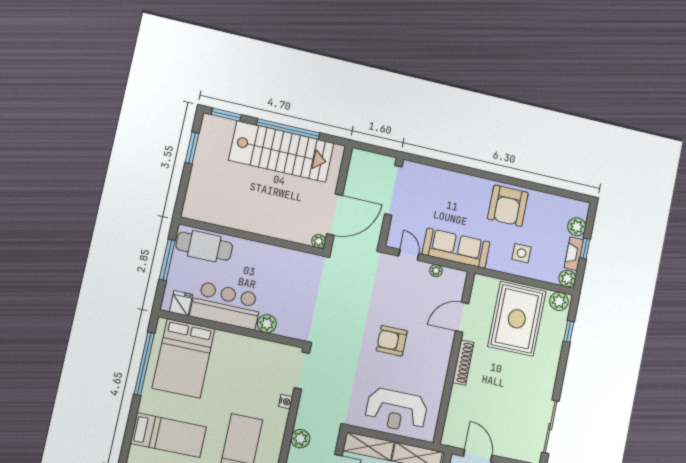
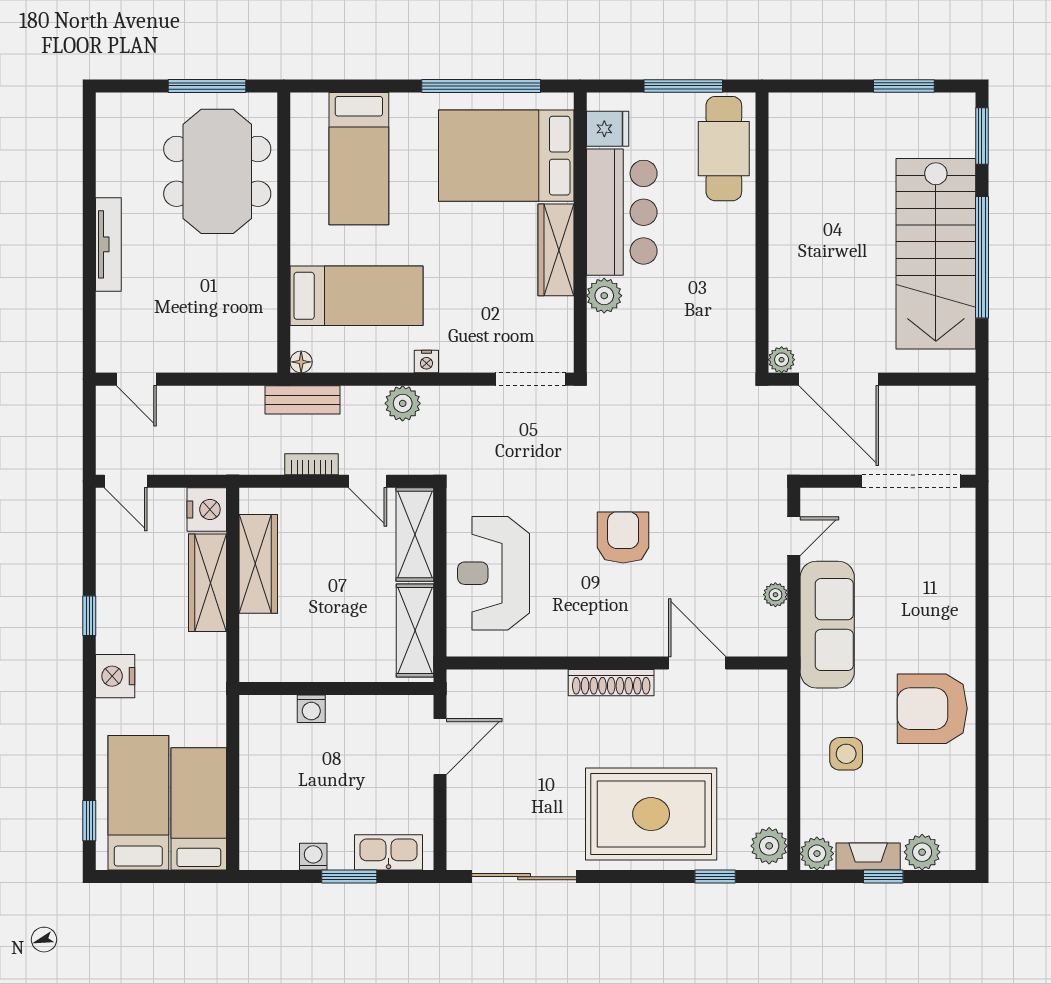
rug: (517, 319) -> (651, 814), moved
wardrobe: (238, 343) -> (556, 250), added
nightstand: (286, 402) -> (426, 362), moved

